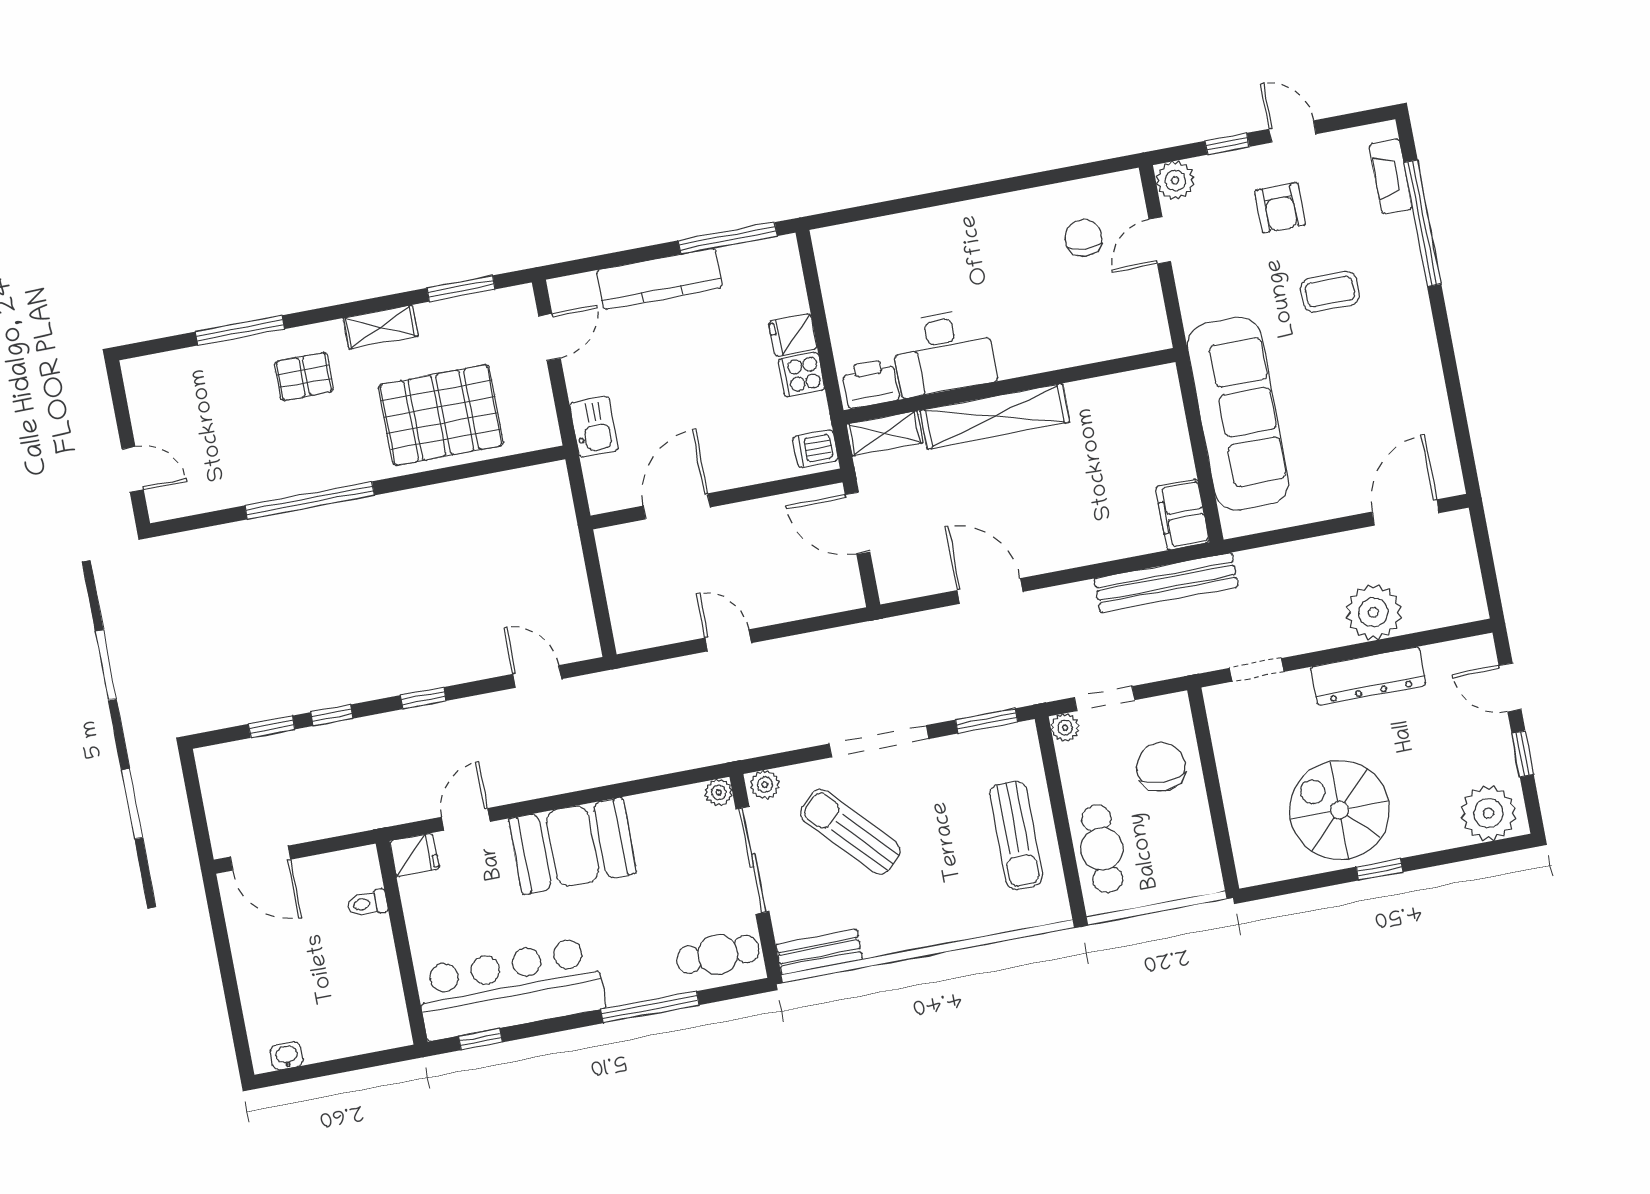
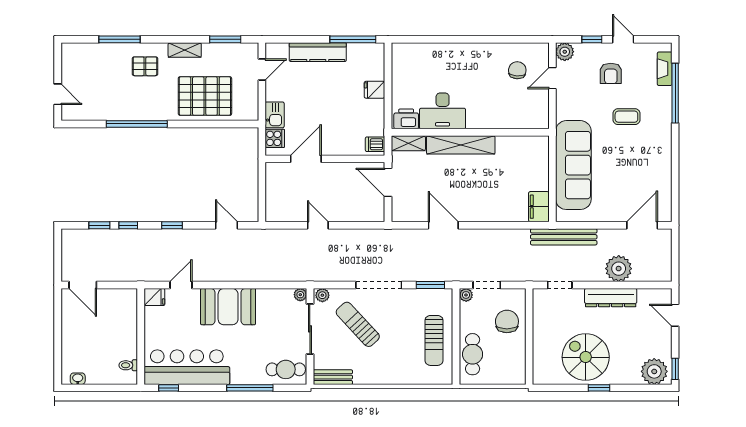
cooker: (801, 374) -> (275, 138), moved, turned 180
bench: (1166, 583) -> (564, 237), moved
window: (1523, 754) -> (675, 369), moved
toilet: (367, 903) -> (128, 365), moved

